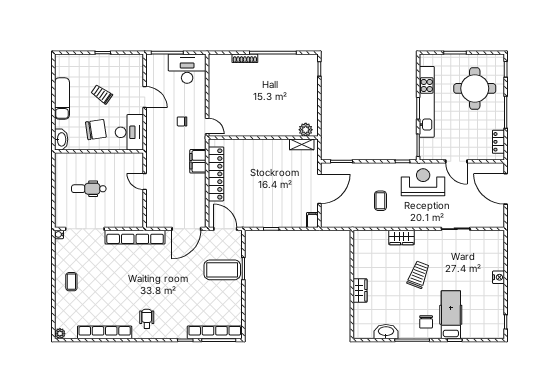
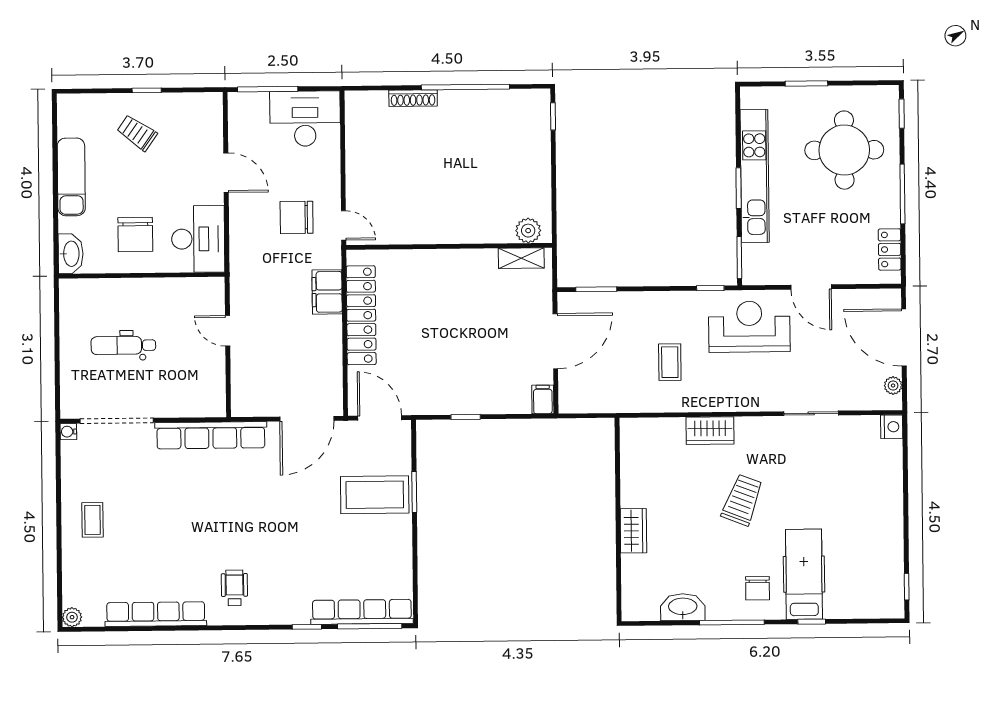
trolley: (102, 94) -> (137, 133), moved
chair: (182, 121) -> (297, 217), width x1.87, depth x1.87
chair: (96, 130) -> (135, 234), turned 98
plant: (500, 214) -> (893, 386), added
nightstand: (499, 277) -> (892, 427), moved

